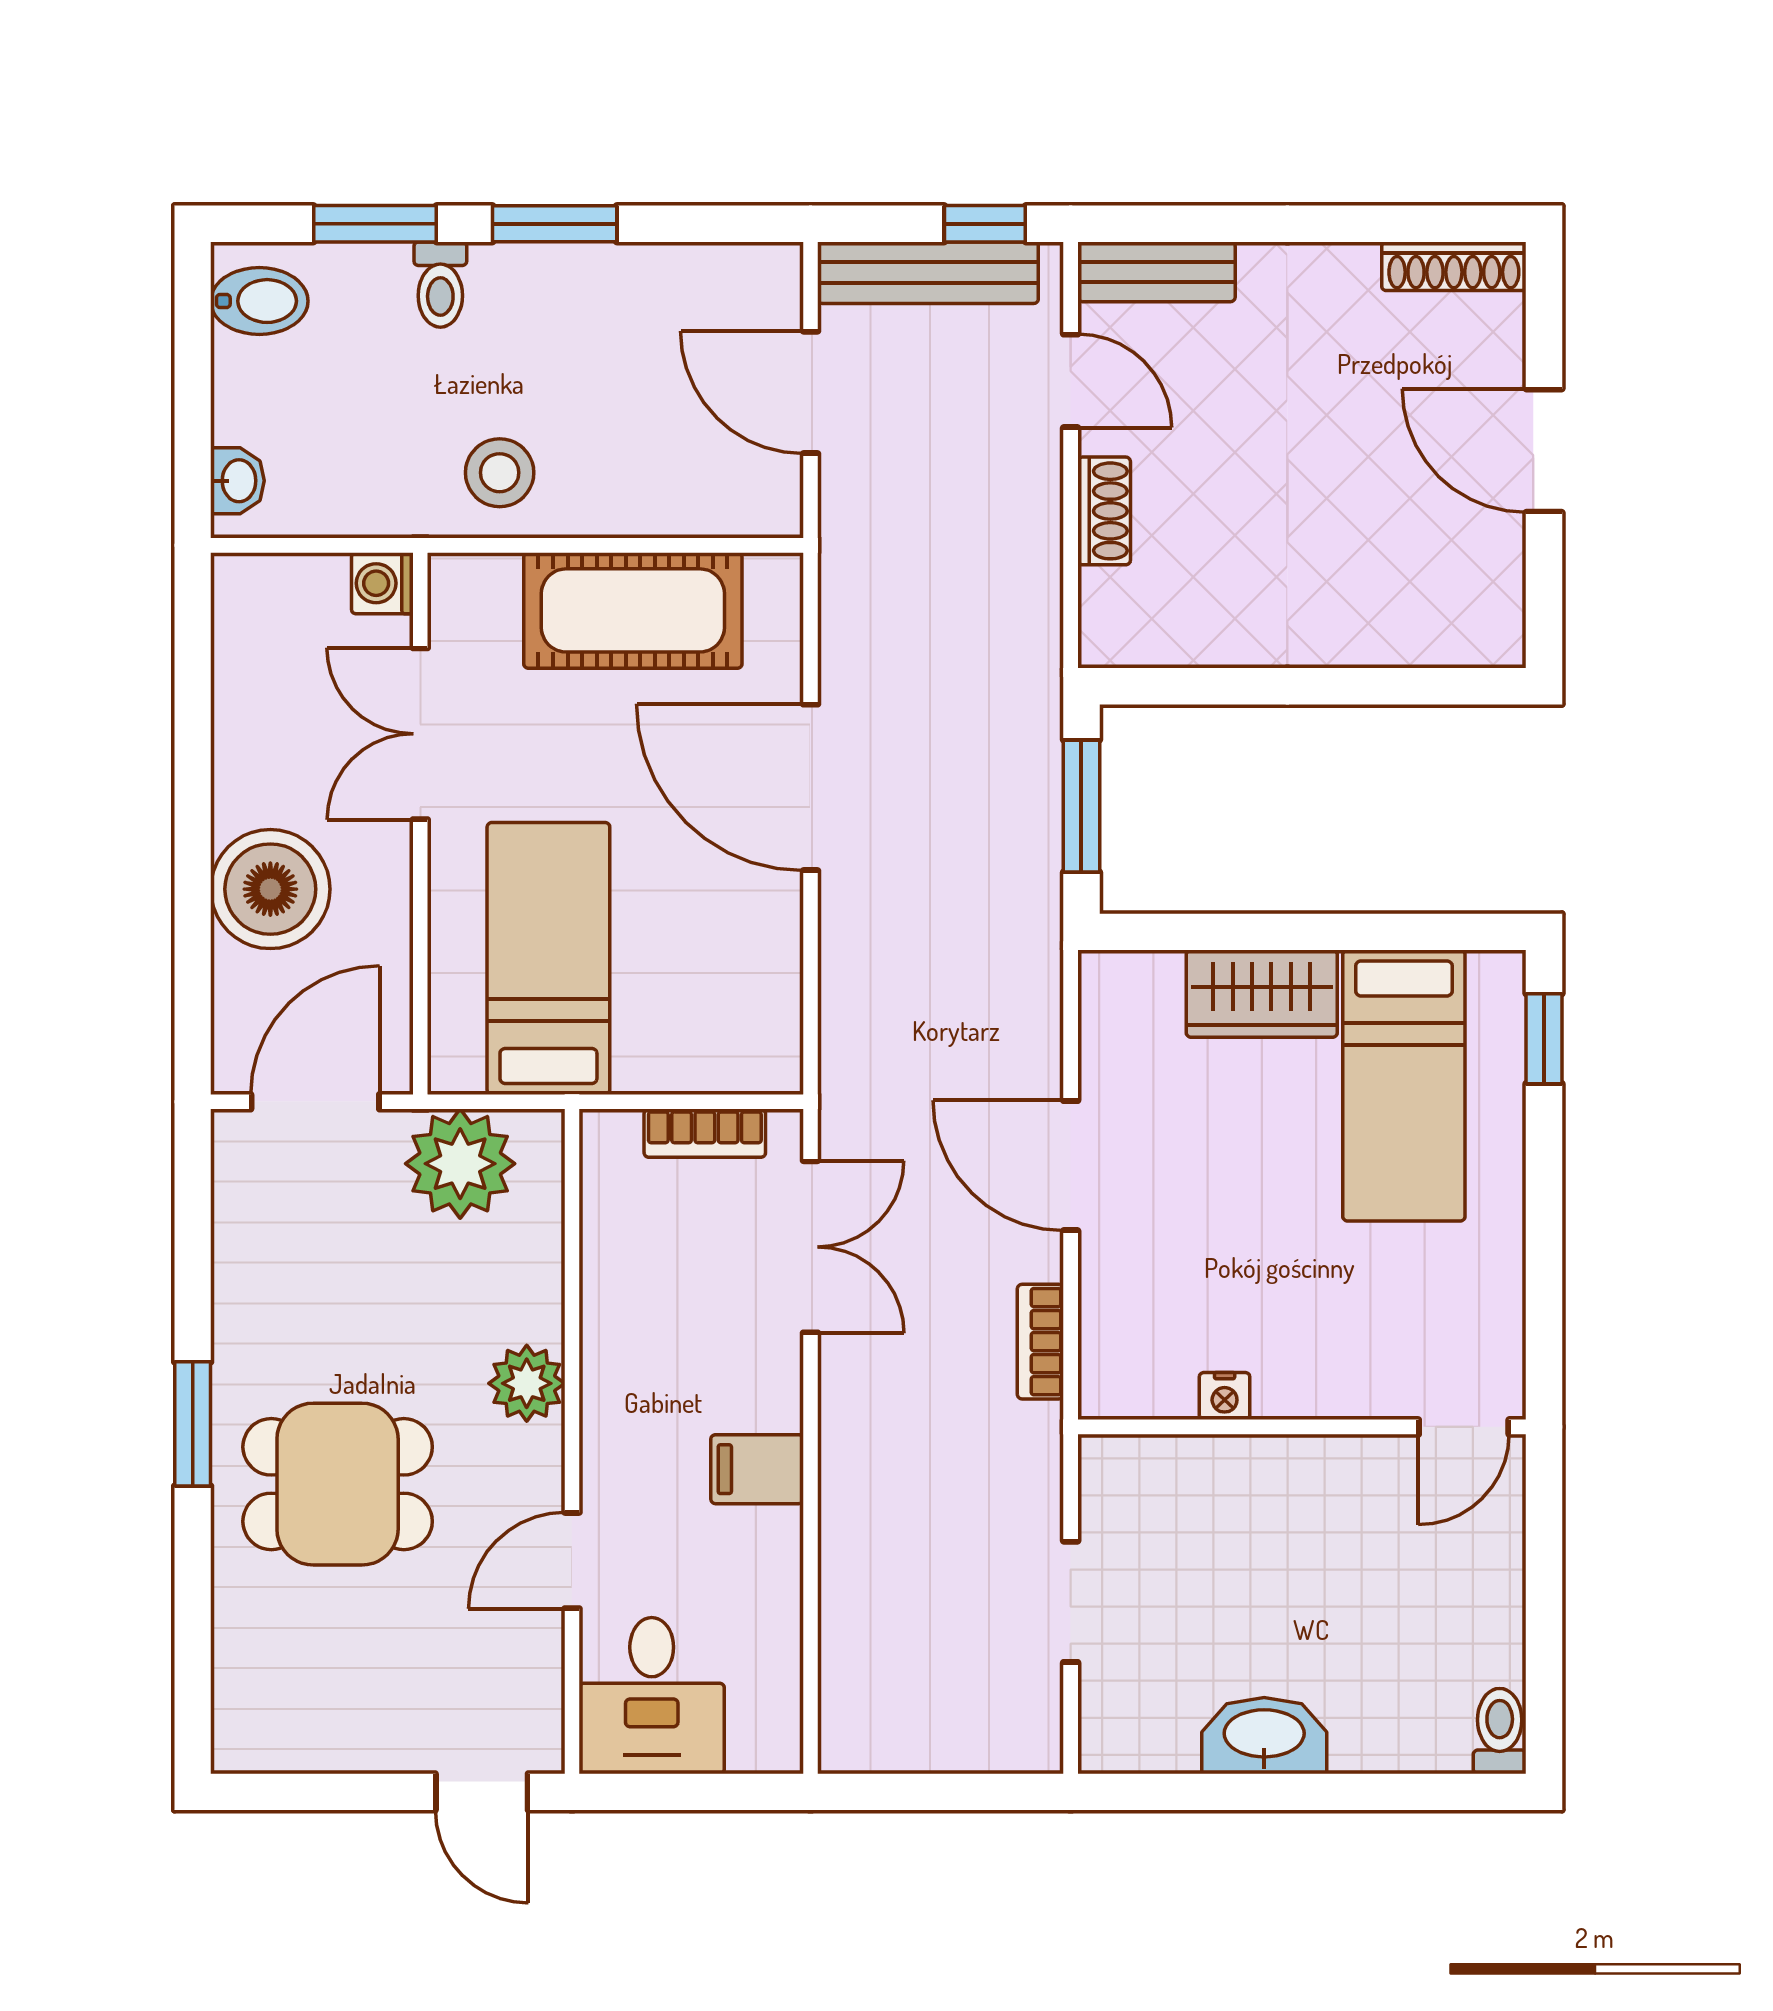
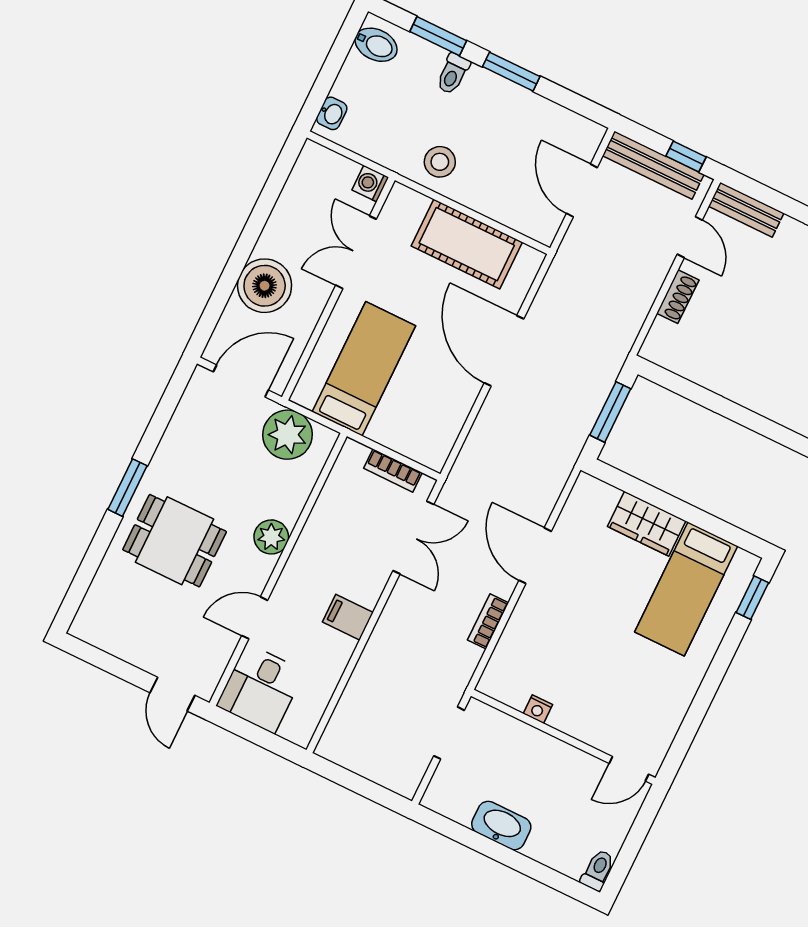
nightstand: (1225, 1396) -> (538, 709), moved
wall: (1302, 1427) -> (563, 737), moved
door: (1464, 1427) -> (629, 769), moved

